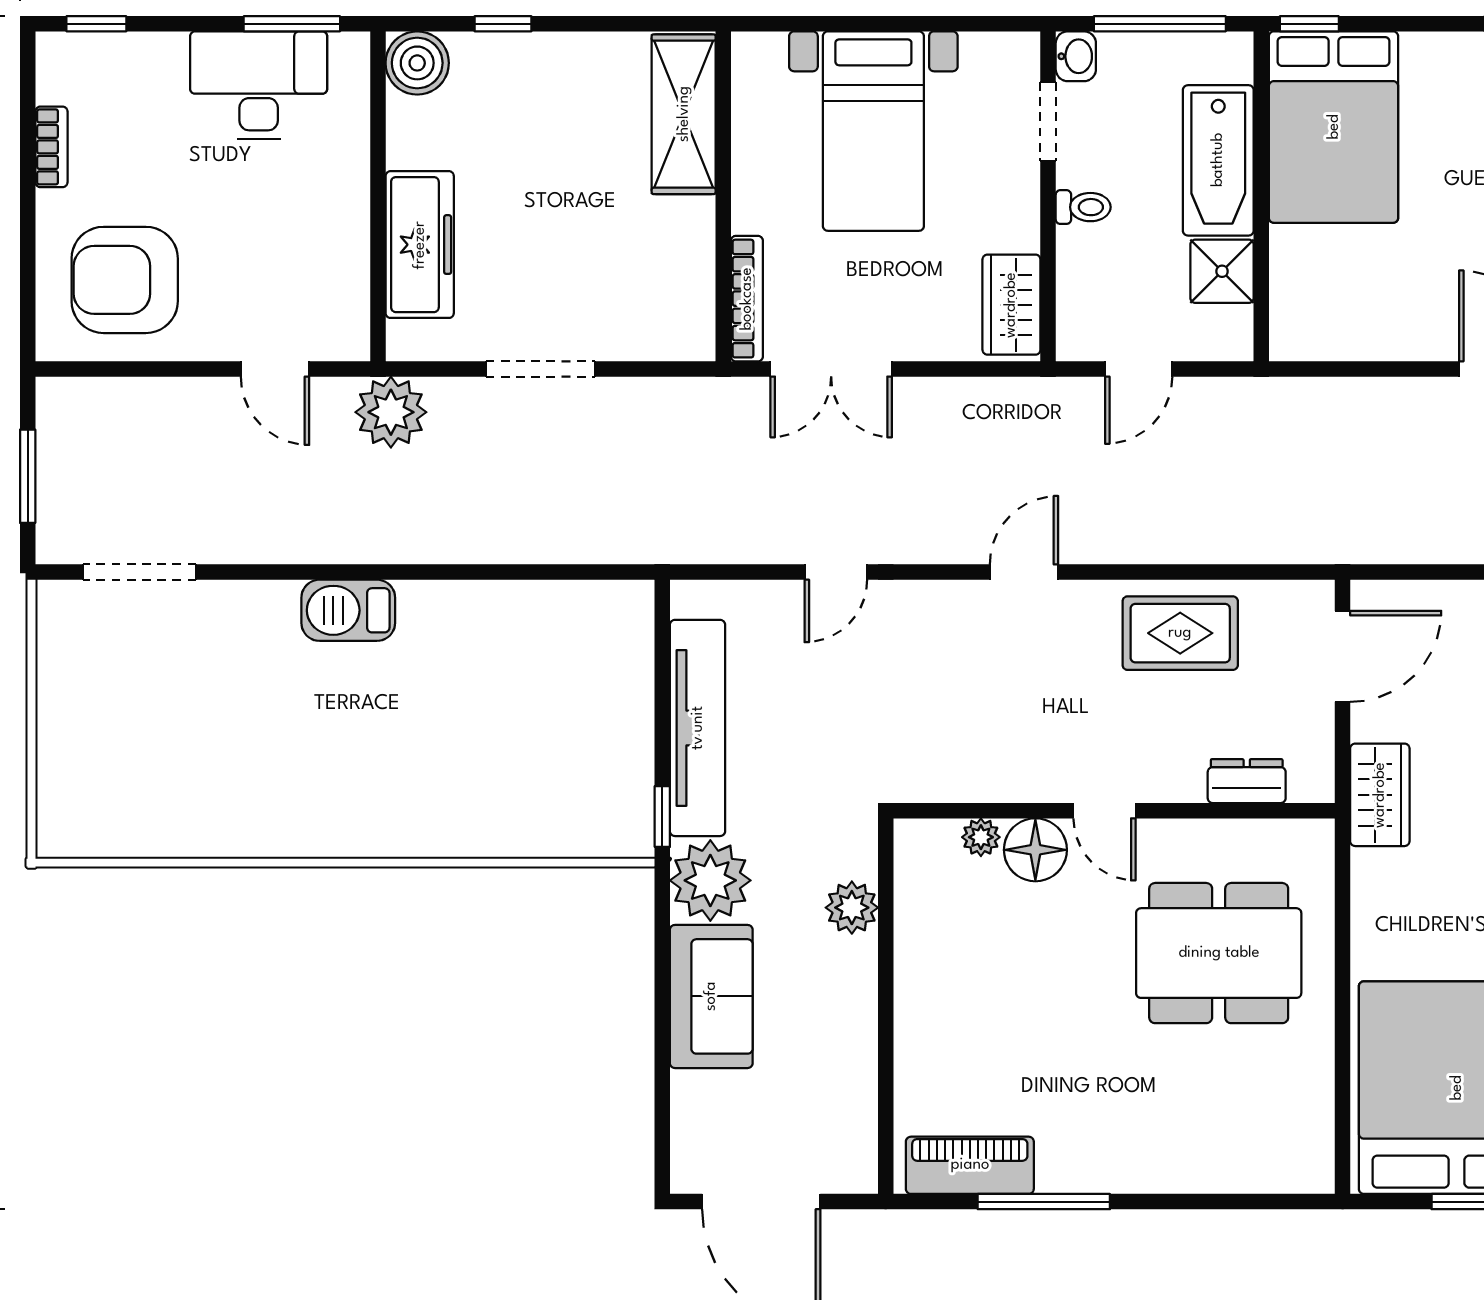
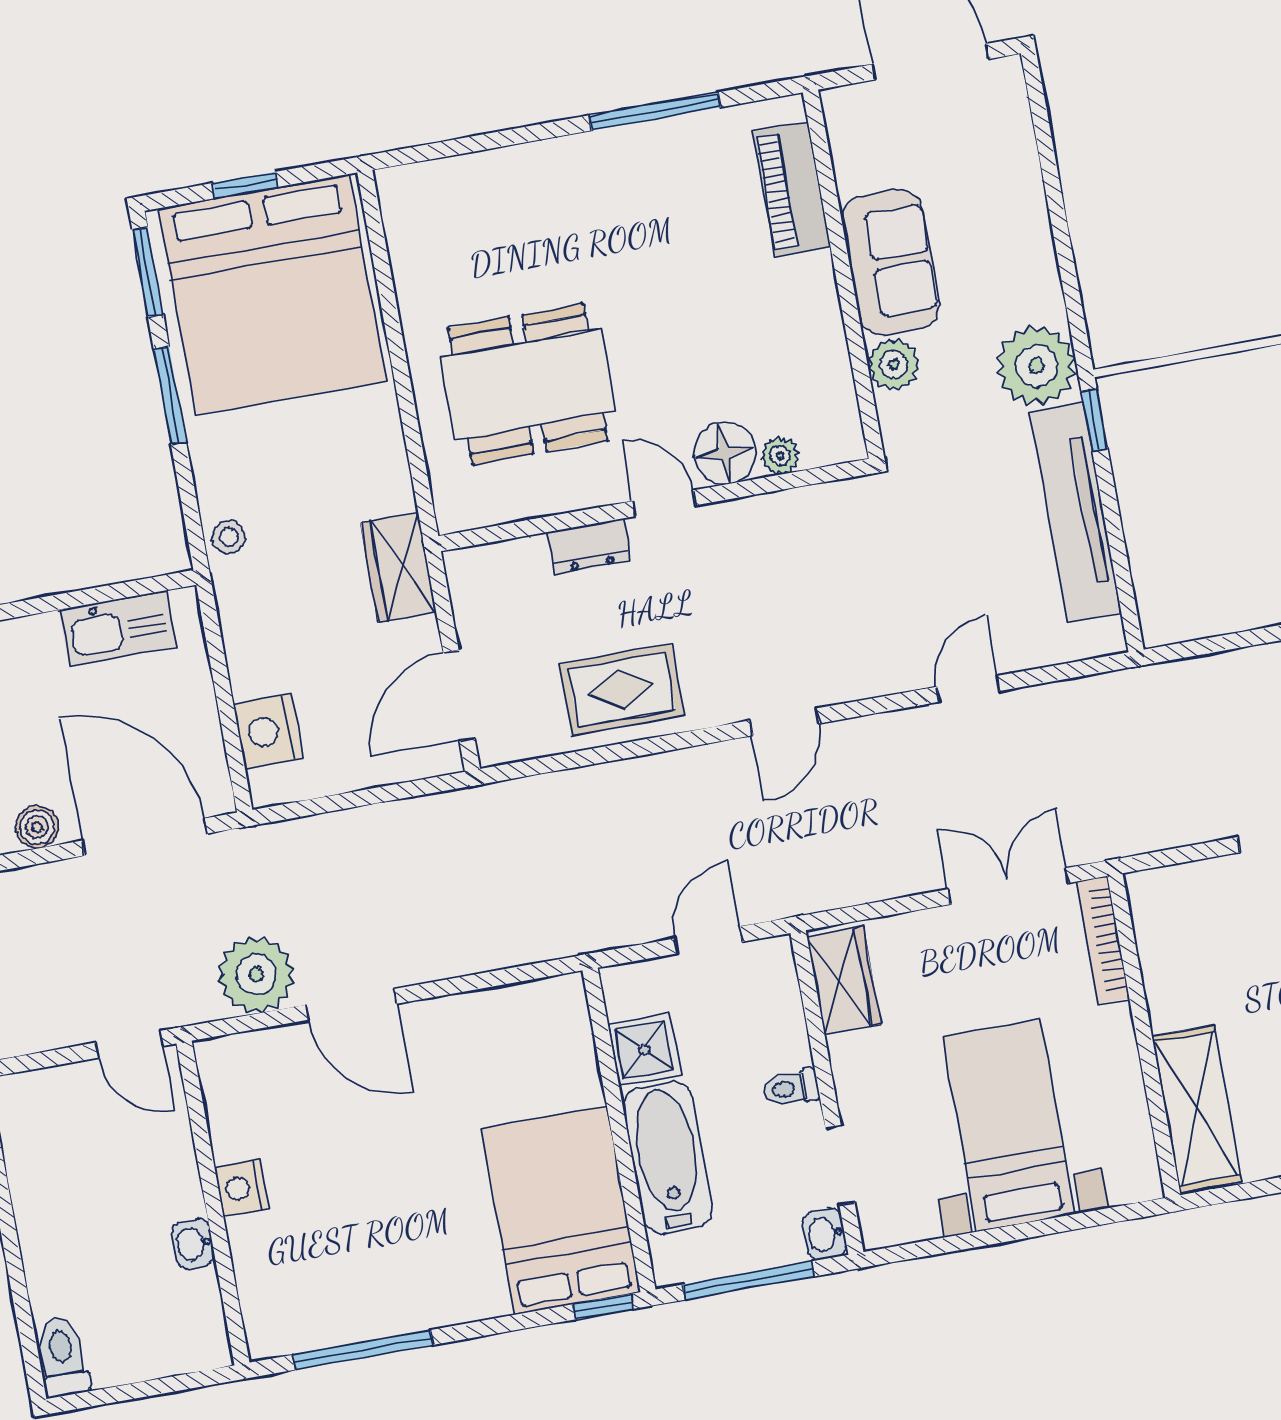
dresser: (1247, 781) -> (589, 546), moved
sofa: (711, 996) -> (891, 262), moved, turned 180
piano: (970, 1165) -> (792, 189), moved, turned 90

